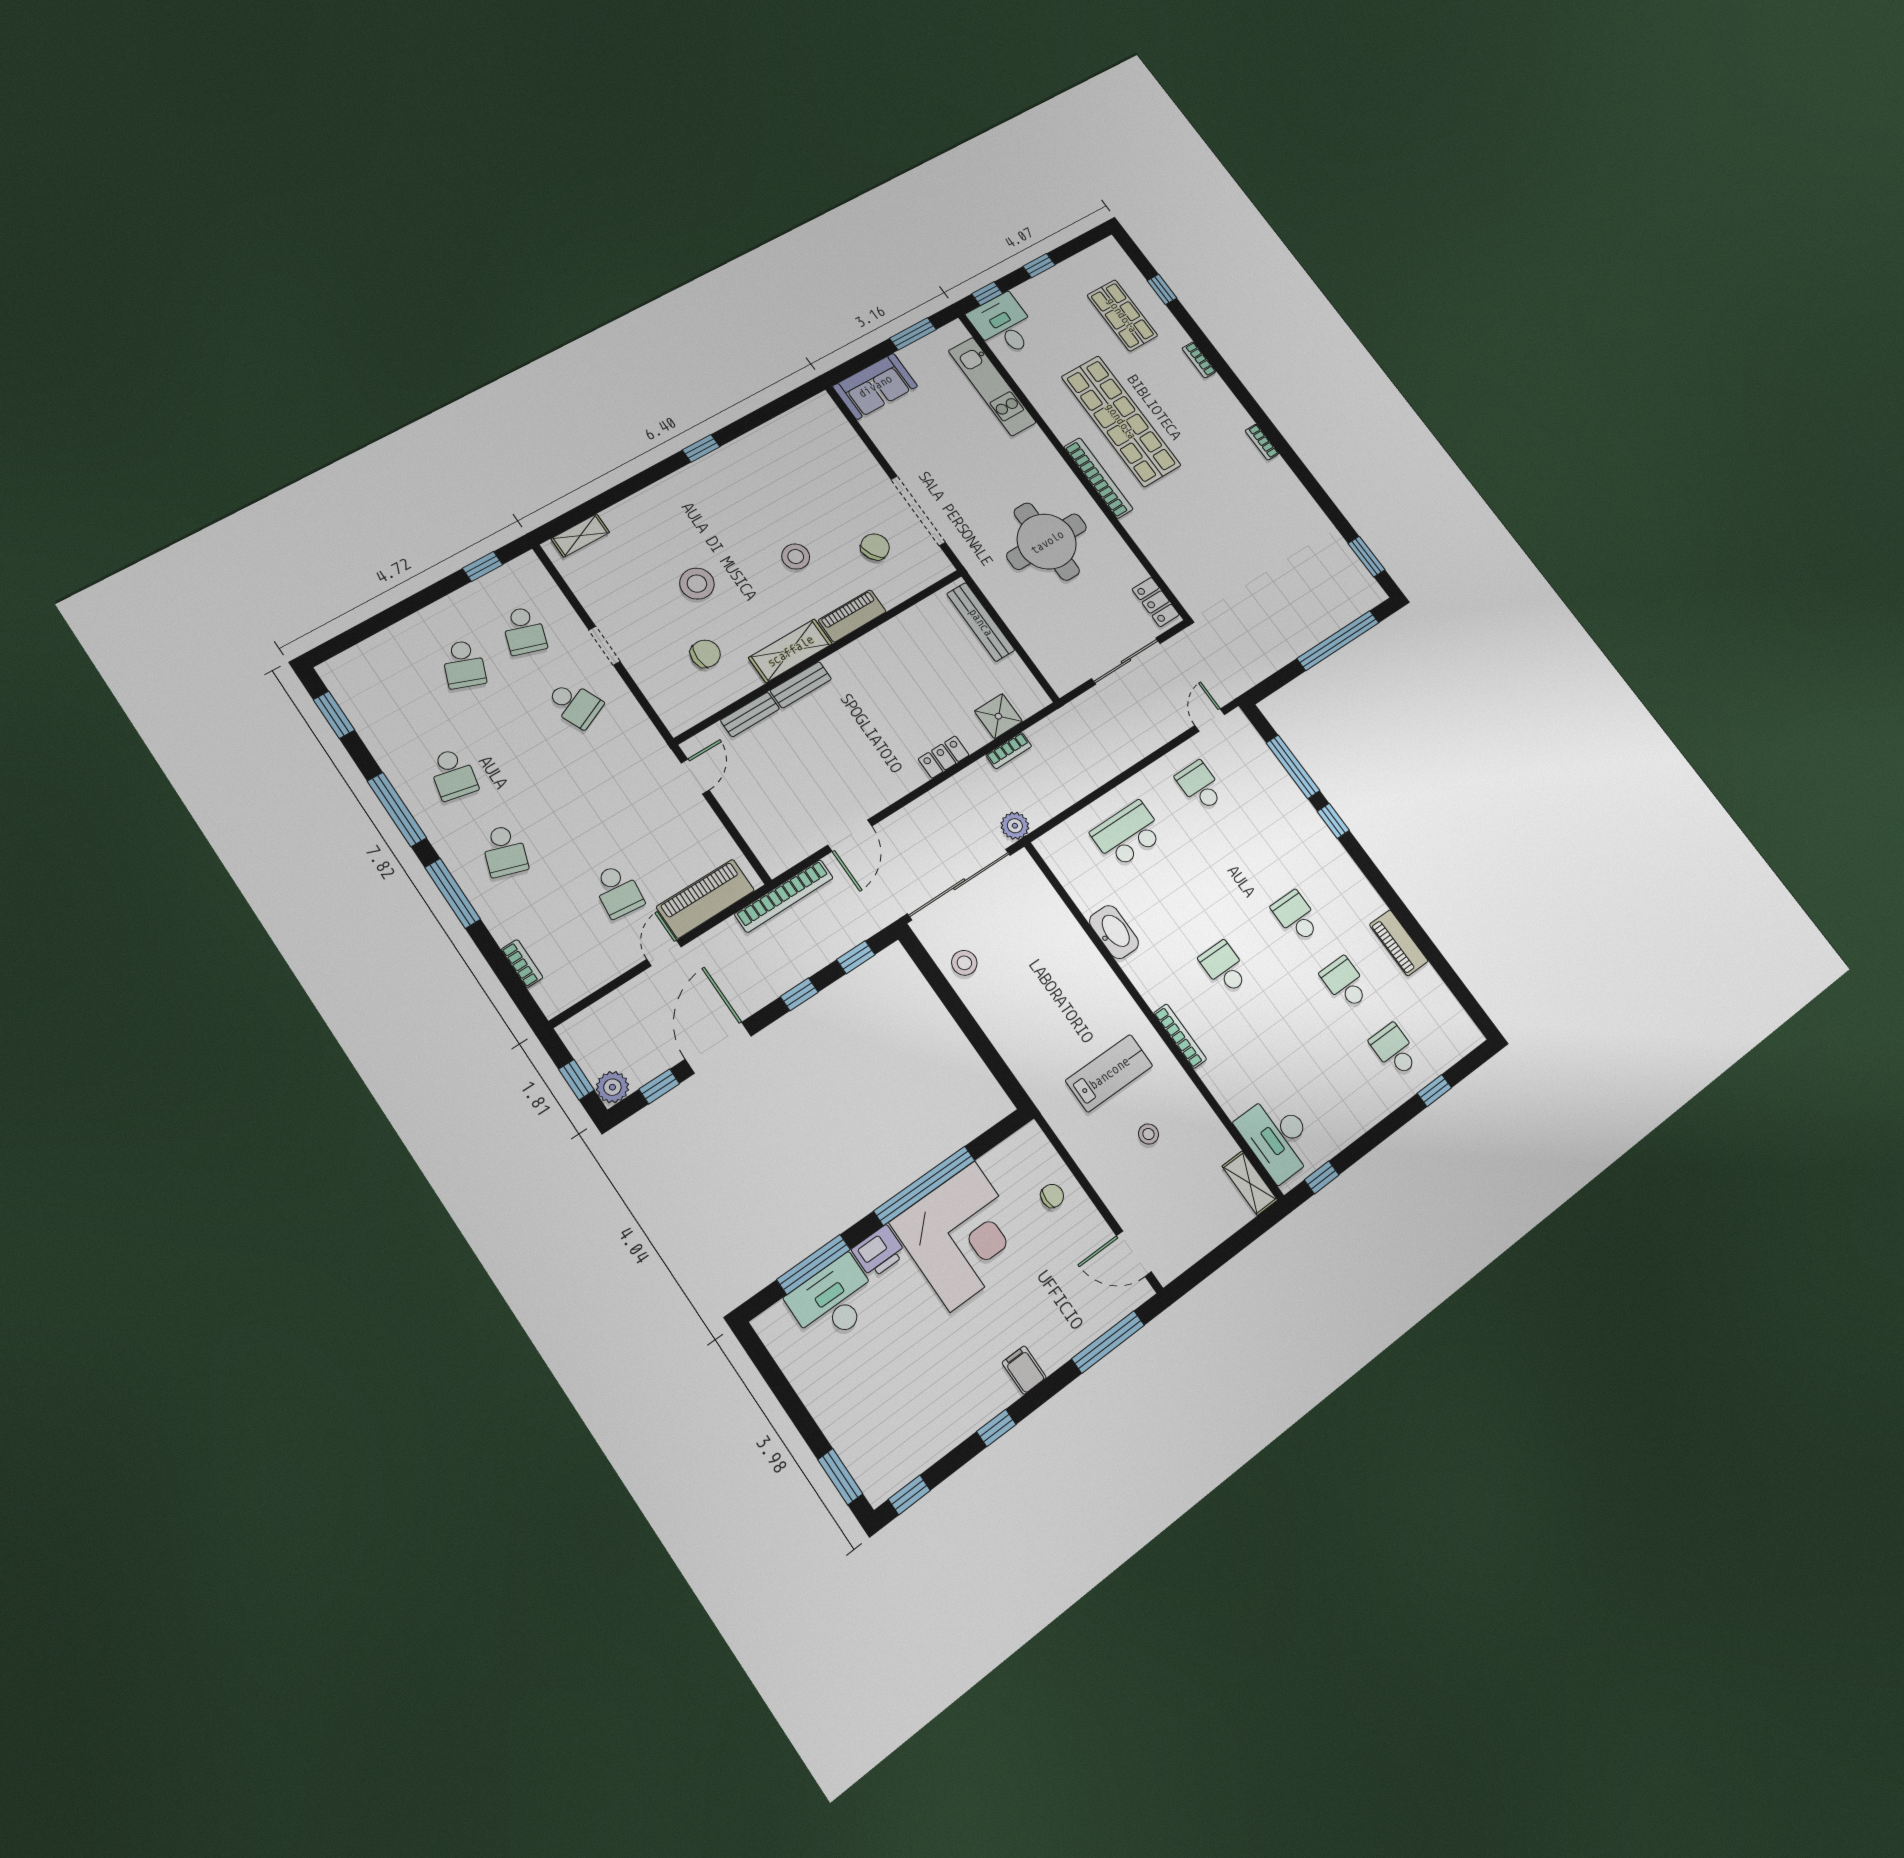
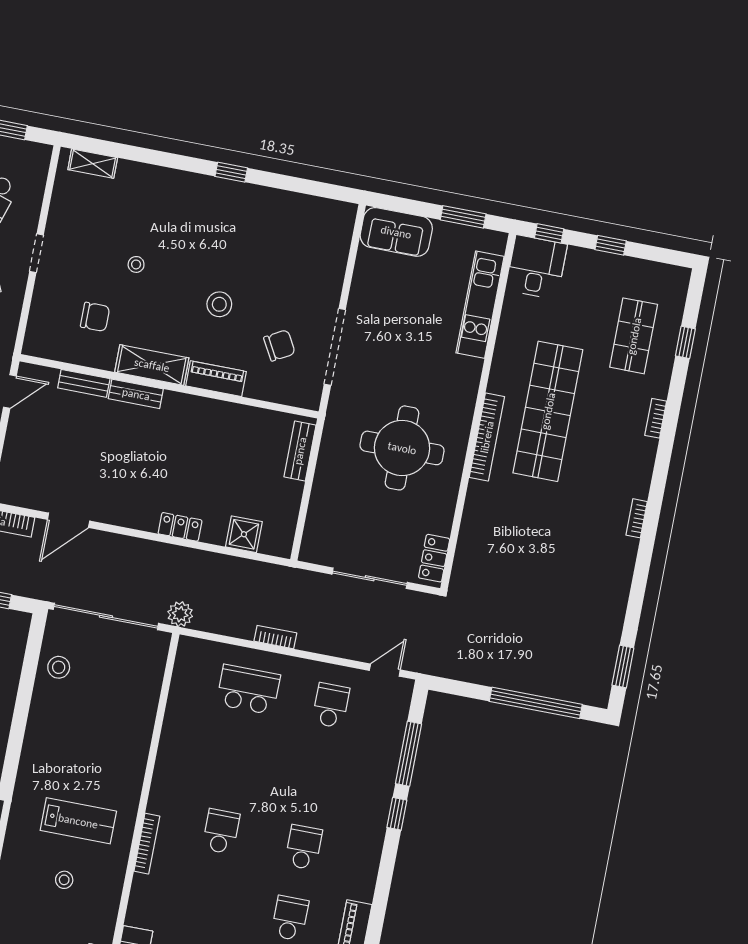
stool: (697, 584) -> (136, 264), width x0.53, depth x0.53
bench: (981, 622) -> (300, 451), width x0.73
bookcase: (1009, 751) -> (275, 637), moved, turned 180
washbasin: (1114, 932) -> (173, 741), removed

